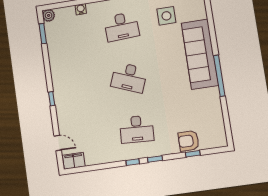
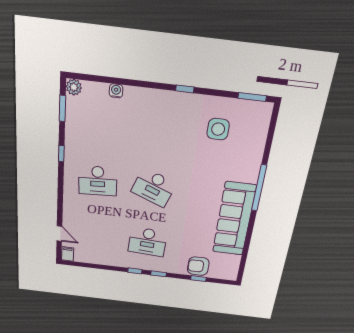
desk: (121, 27) -> (98, 181), moved
sofa: (200, 54) -> (234, 219), moved
window: (219, 76) -> (259, 188), moved
window: (52, 99) -> (61, 154), moved
filing cabinet: (74, 161) -> (68, 254), width x0.50

